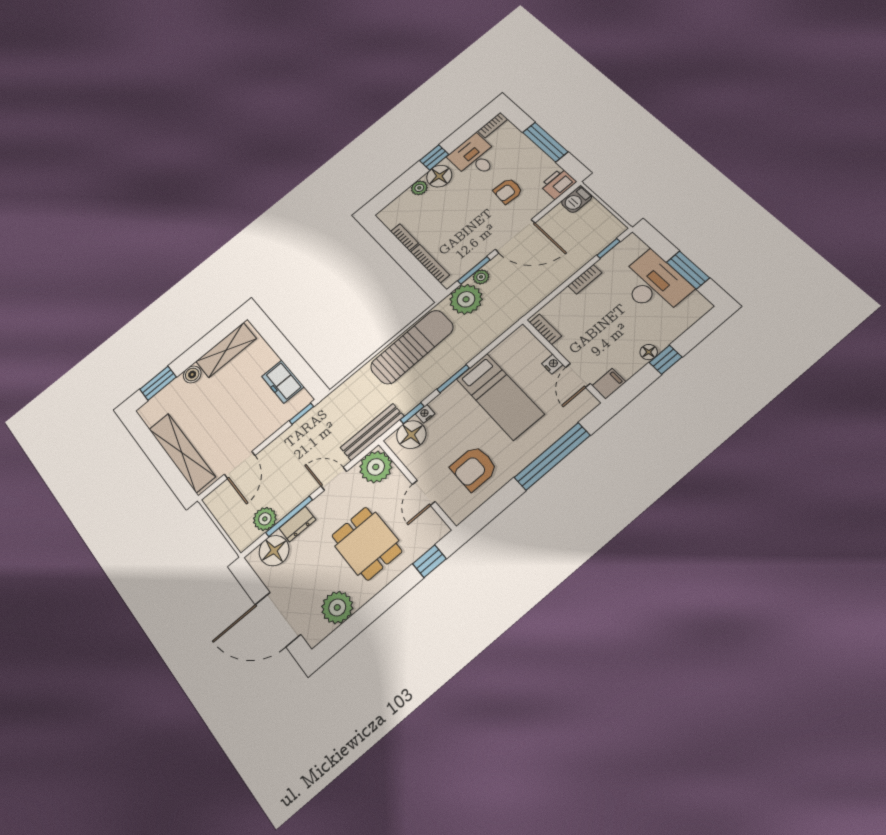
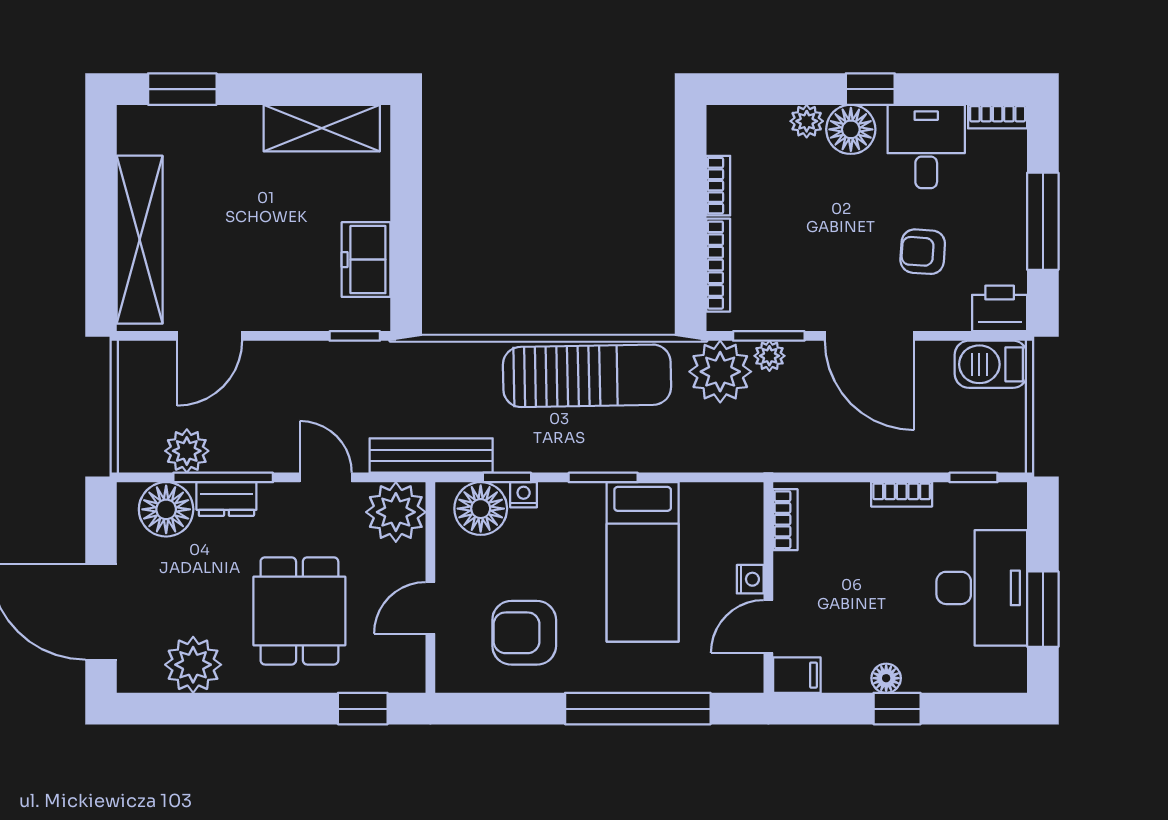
barbecue: (577, 200) -> (991, 364), width x1.38, depth x1.27
boiler: (192, 374) -> (243, 122), removed

